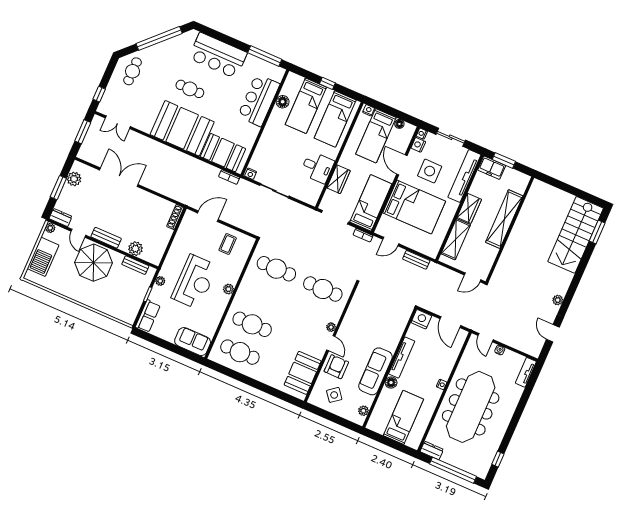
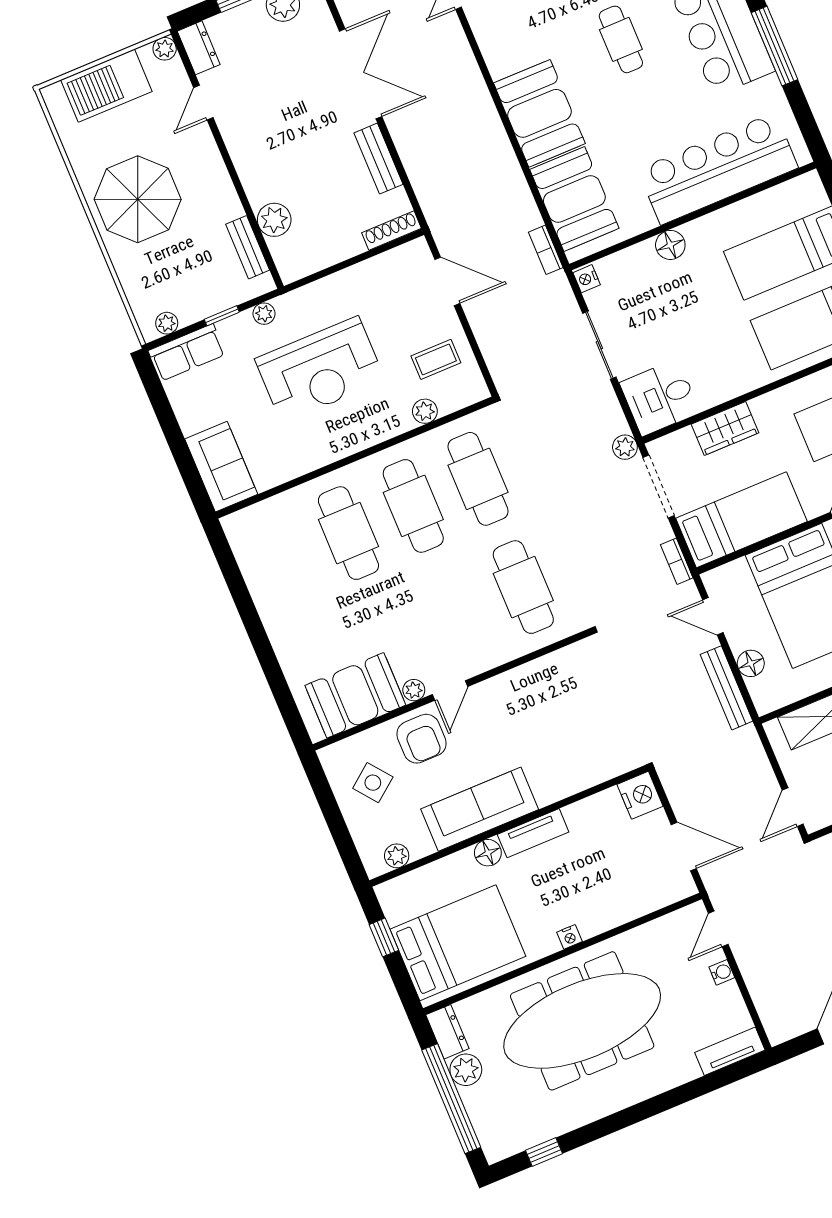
window: (265, 56) -> (775, 46), moved
bar counter: (259, 100) -> (718, 169), width x1.36
floor lamp: (283, 102) -> (670, 245), moved
booth: (182, 128) -> (539, 113), width x0.73, depth x0.70
desk: (317, 167) -> (660, 398), moved, turned 90
plant: (313, 215) -> (625, 447), added
bench: (106, 238) -> (378, 159), moved
floor lamp: (417, 245) -> (751, 663), added
bench: (416, 260) -> (727, 688), width x1.36
parasol: (94, 263) -> (138, 199), moved
door: (473, 277) -> (793, 807), hinge flipped
plant: (228, 289) -> (425, 411), moved
plant: (133, 313) -> (167, 323), added
door: (450, 322) -> (684, 847), swing flipped
plant: (331, 327) -> (414, 690), moved
cafe table: (240, 352) -> (413, 506), moved
tv unit: (402, 358) -> (533, 833), width x0.71
armchair: (336, 367) -> (421, 739), turned 90
bed: (403, 417) -> (458, 943), width x1.50
window: (384, 440) -> (384, 937), added
plant: (449, 457) -> (466, 1070), added

